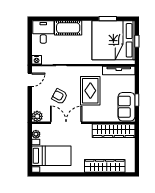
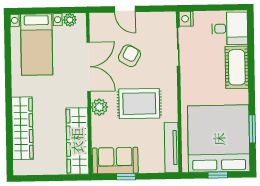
door: (30, 80) -> (125, 9), moved
plant: (37, 116) -> (99, 107), moved

